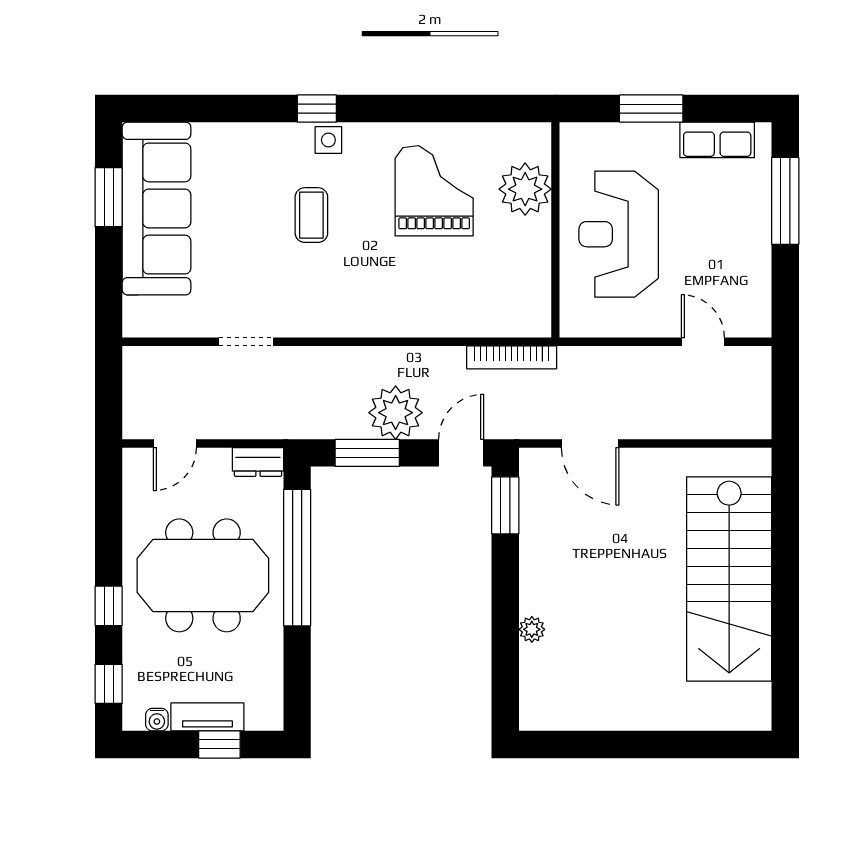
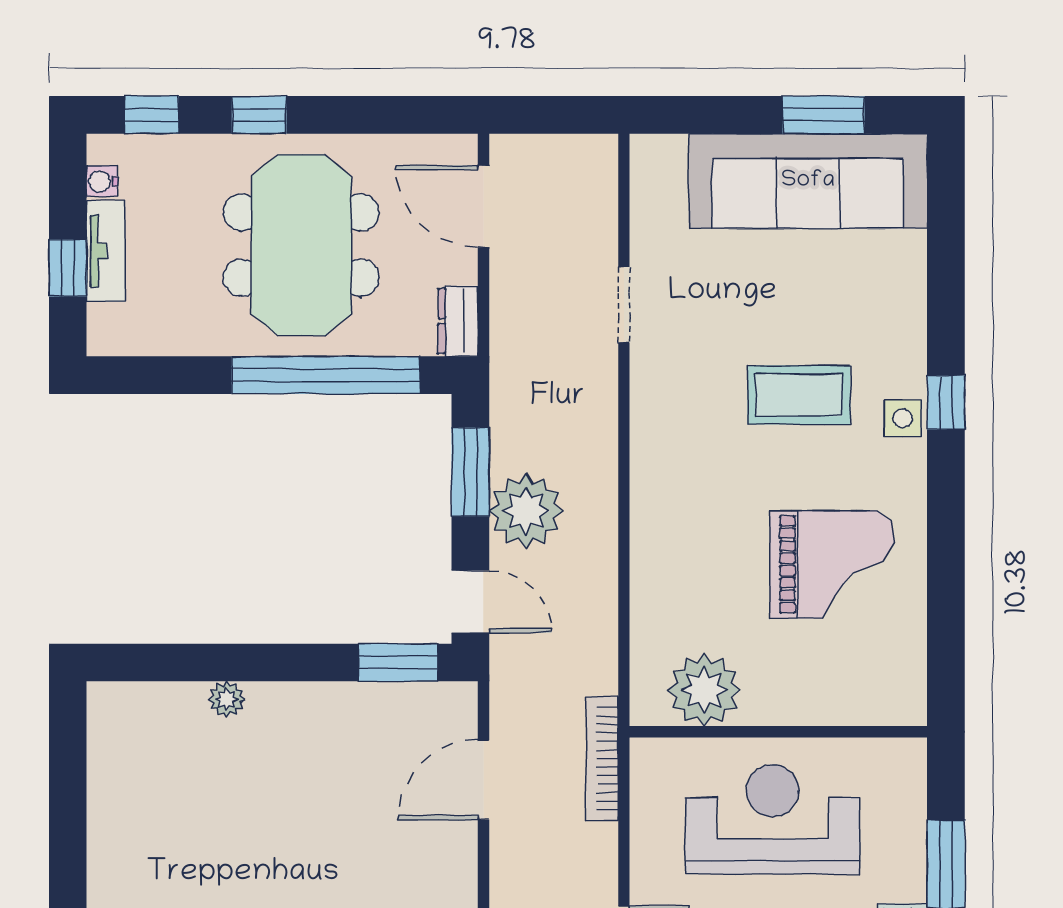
plant: (525, 189) -> (704, 690), moved
coffee table: (311, 215) -> (799, 395), width x1.36, depth x1.30
bookcase: (512, 357) -> (602, 759), moved
door: (175, 443) -> (483, 206), width x1.38

